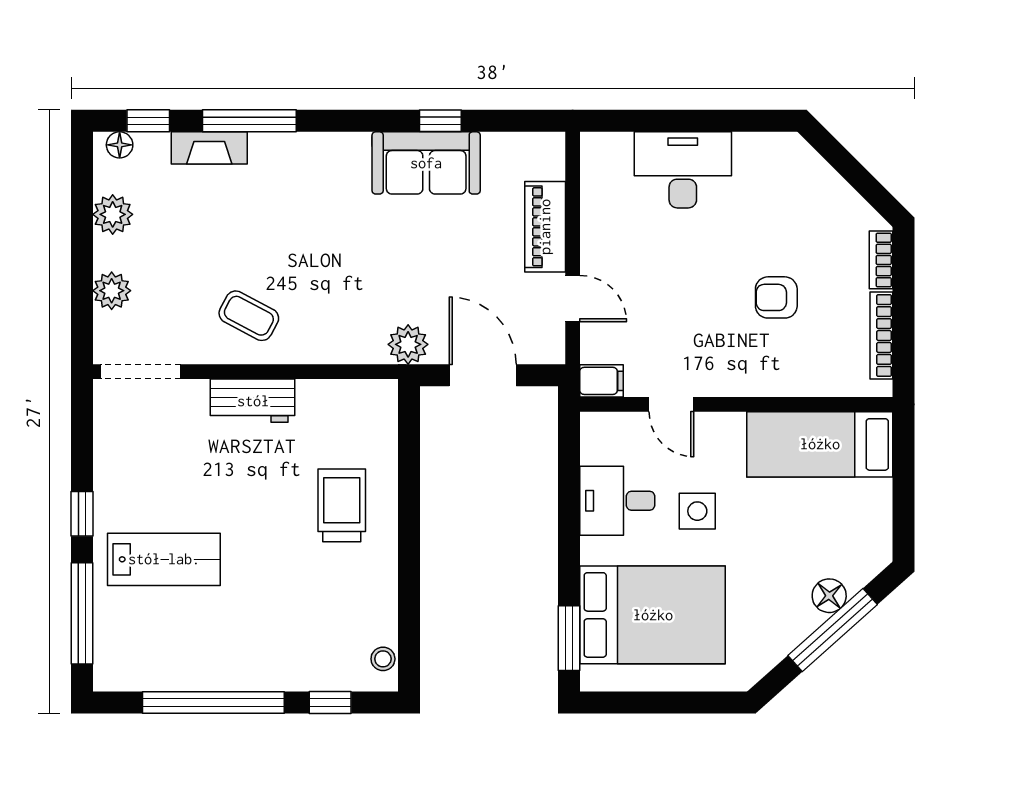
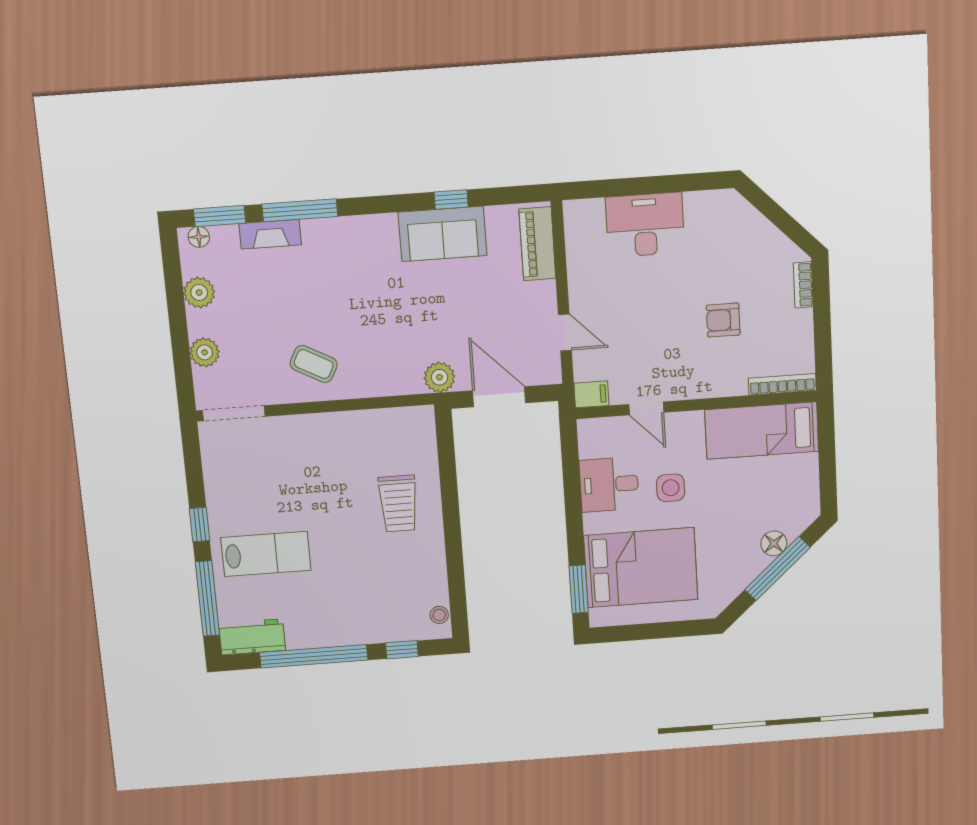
window: (148, 121) -> (220, 216), width x1.50
piano: (545, 227) -> (537, 244), moved
bookcase: (881, 336) -> (782, 384), moved, turned 90
workbench: (253, 401) -> (252, 637), moved, turned 180
trolley: (342, 505) -> (398, 503), turned 180

